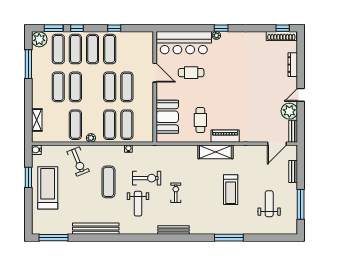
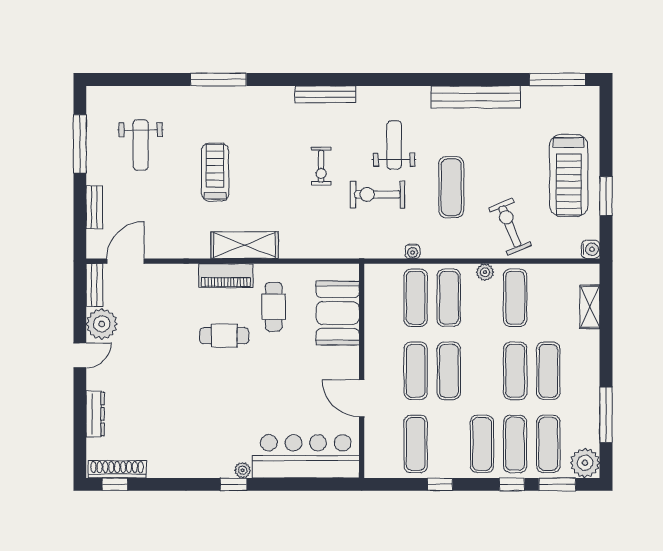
exercise mat: (110, 49) -> (416, 444), moved
cafe table: (191, 73) -> (224, 336), moved

